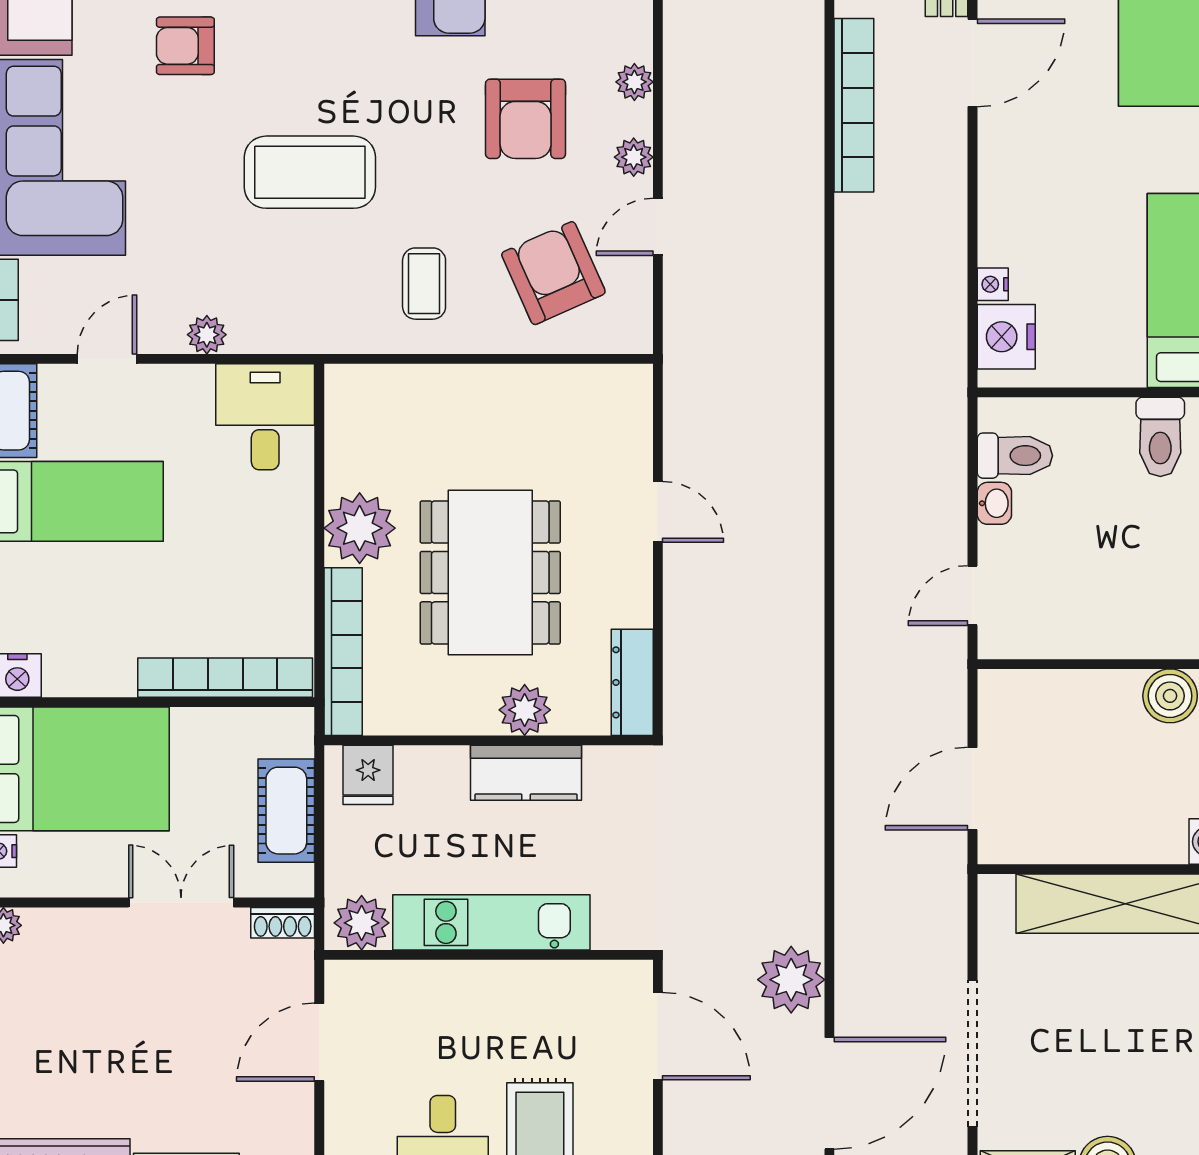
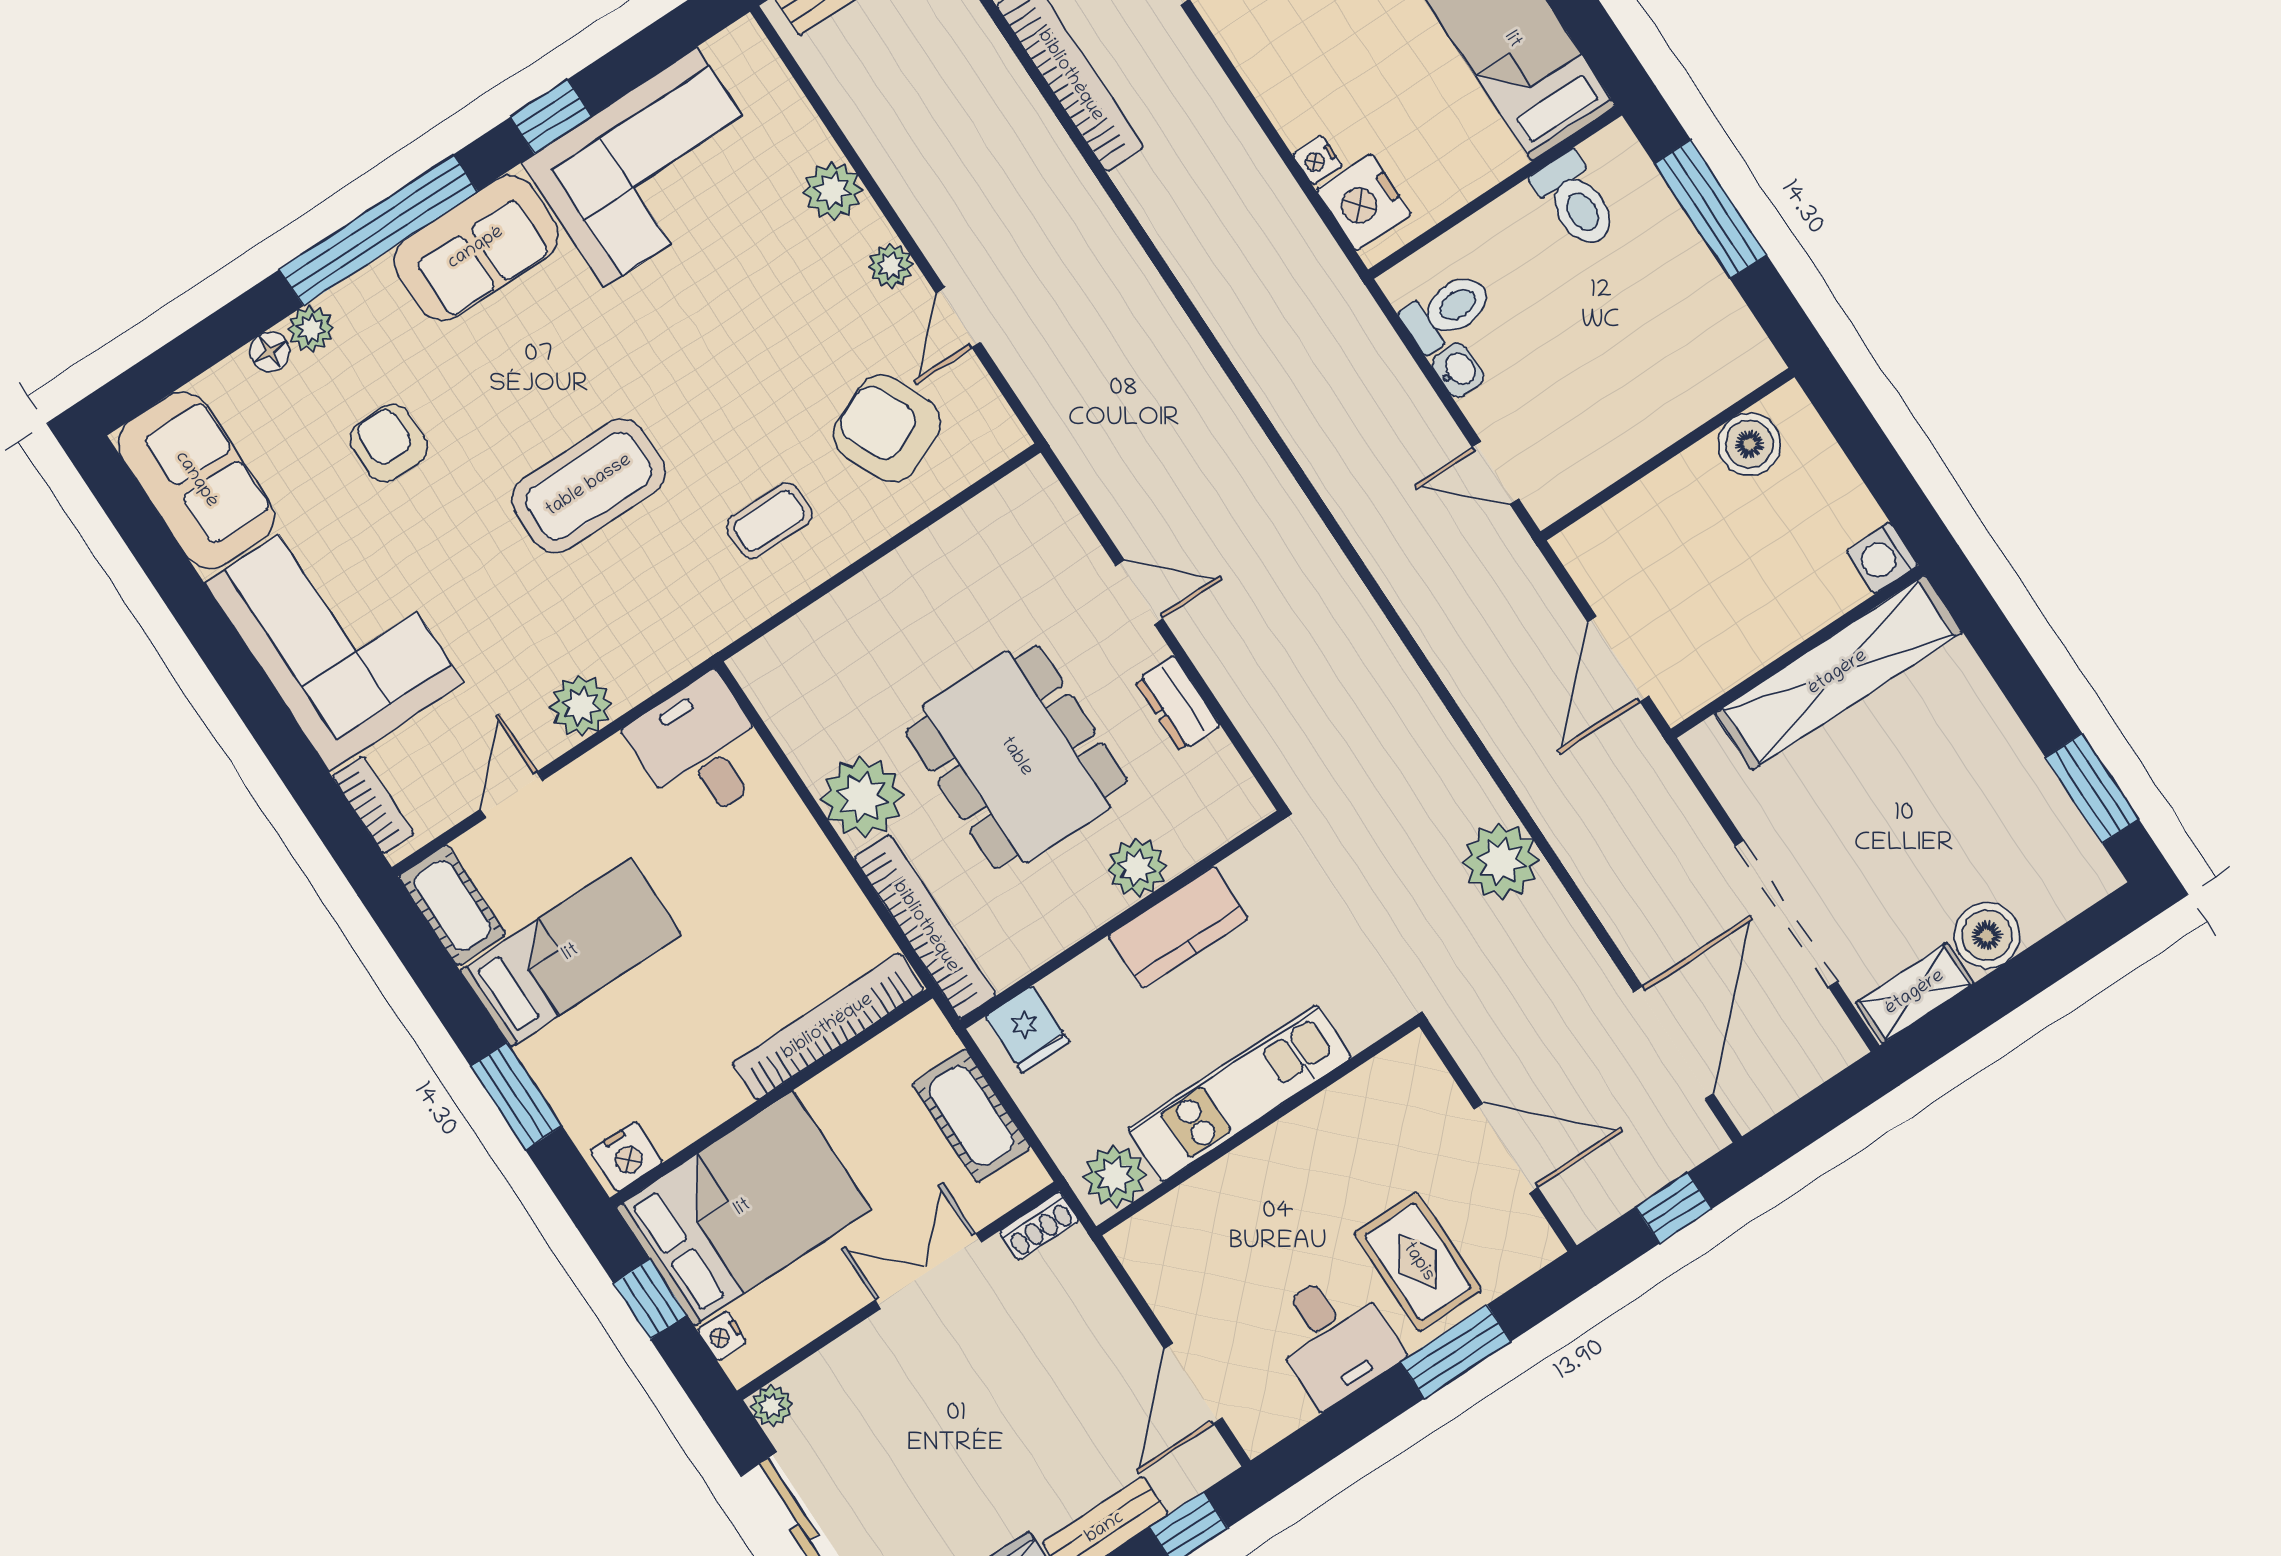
armchair: (185, 46) -> (388, 443), turned 90
plant: (634, 82) -> (833, 191), width x1.38, depth x1.38
armchair: (526, 119) -> (762, 298), removed
coffee table: (424, 284) -> (769, 521), turned 90
plant: (207, 335) -> (581, 706), width x1.38, depth x1.38
door: (972, 596) -> (1495, 473), hinge flipped
dresser: (632, 682) -> (1177, 704), moved, width x0.70
plant: (791, 980) -> (1501, 861), moved
door: (658, 1036) -> (1506, 1148), moved
door: (319, 1042) -> (1193, 1384), moved

